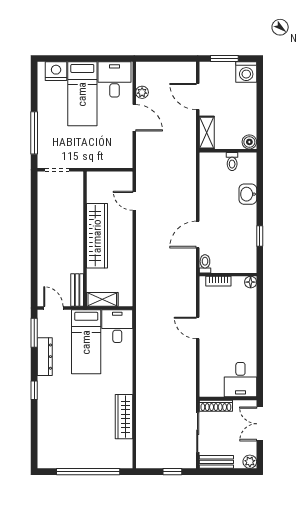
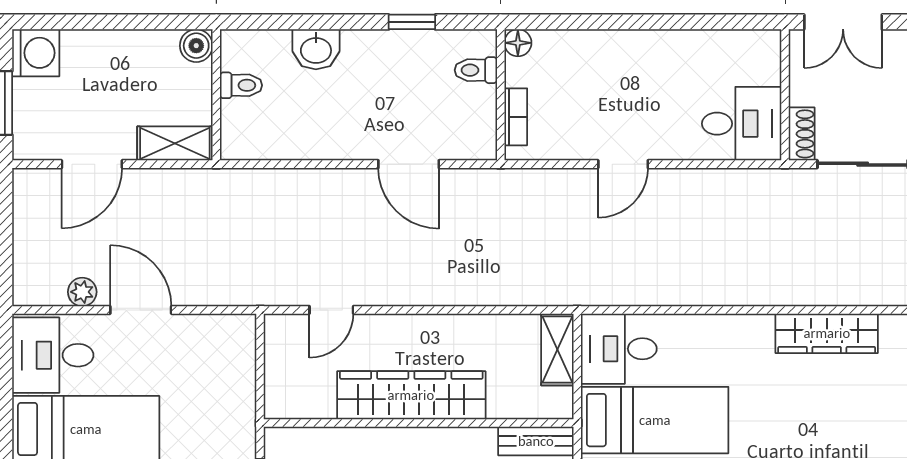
door: (134, 118) -> (141, 310), hinge flipped
toilet: (205, 264) -> (476, 70), moved
shelving: (102, 299) -> (557, 350), moved
desk: (240, 380) -> (742, 124), moved
shoe rack: (216, 406) -> (802, 134), width x0.70

